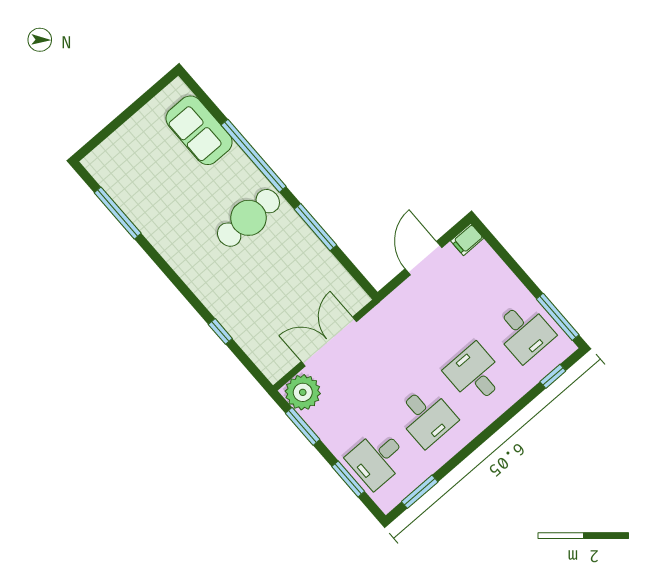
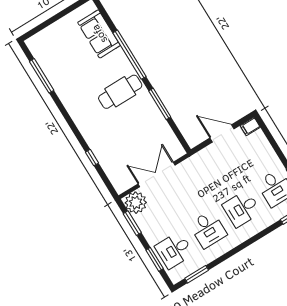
door: (423, 258) -> (222, 133), hinge flipped
desk: (475, 374) -> (242, 209), turned -90

